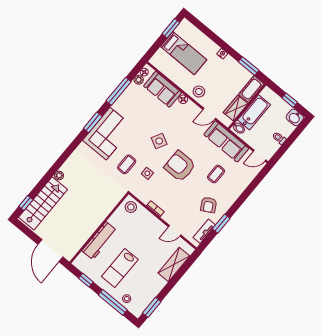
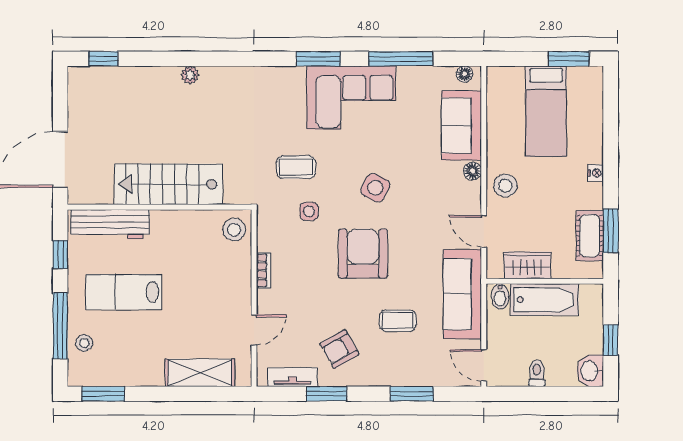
plant: (139, 80) -> (445, 75), removed
cot: (251, 89) -> (590, 236), moved, turned 90
corner sofa: (108, 134) -> (351, 98), moved
window: (248, 192) -> (412, 394), added
stairs: (43, 203) -> (168, 184), moved, turned 180
door: (175, 231) -> (254, 330), swing flipped
workbench: (99, 241) -> (110, 224), moved

